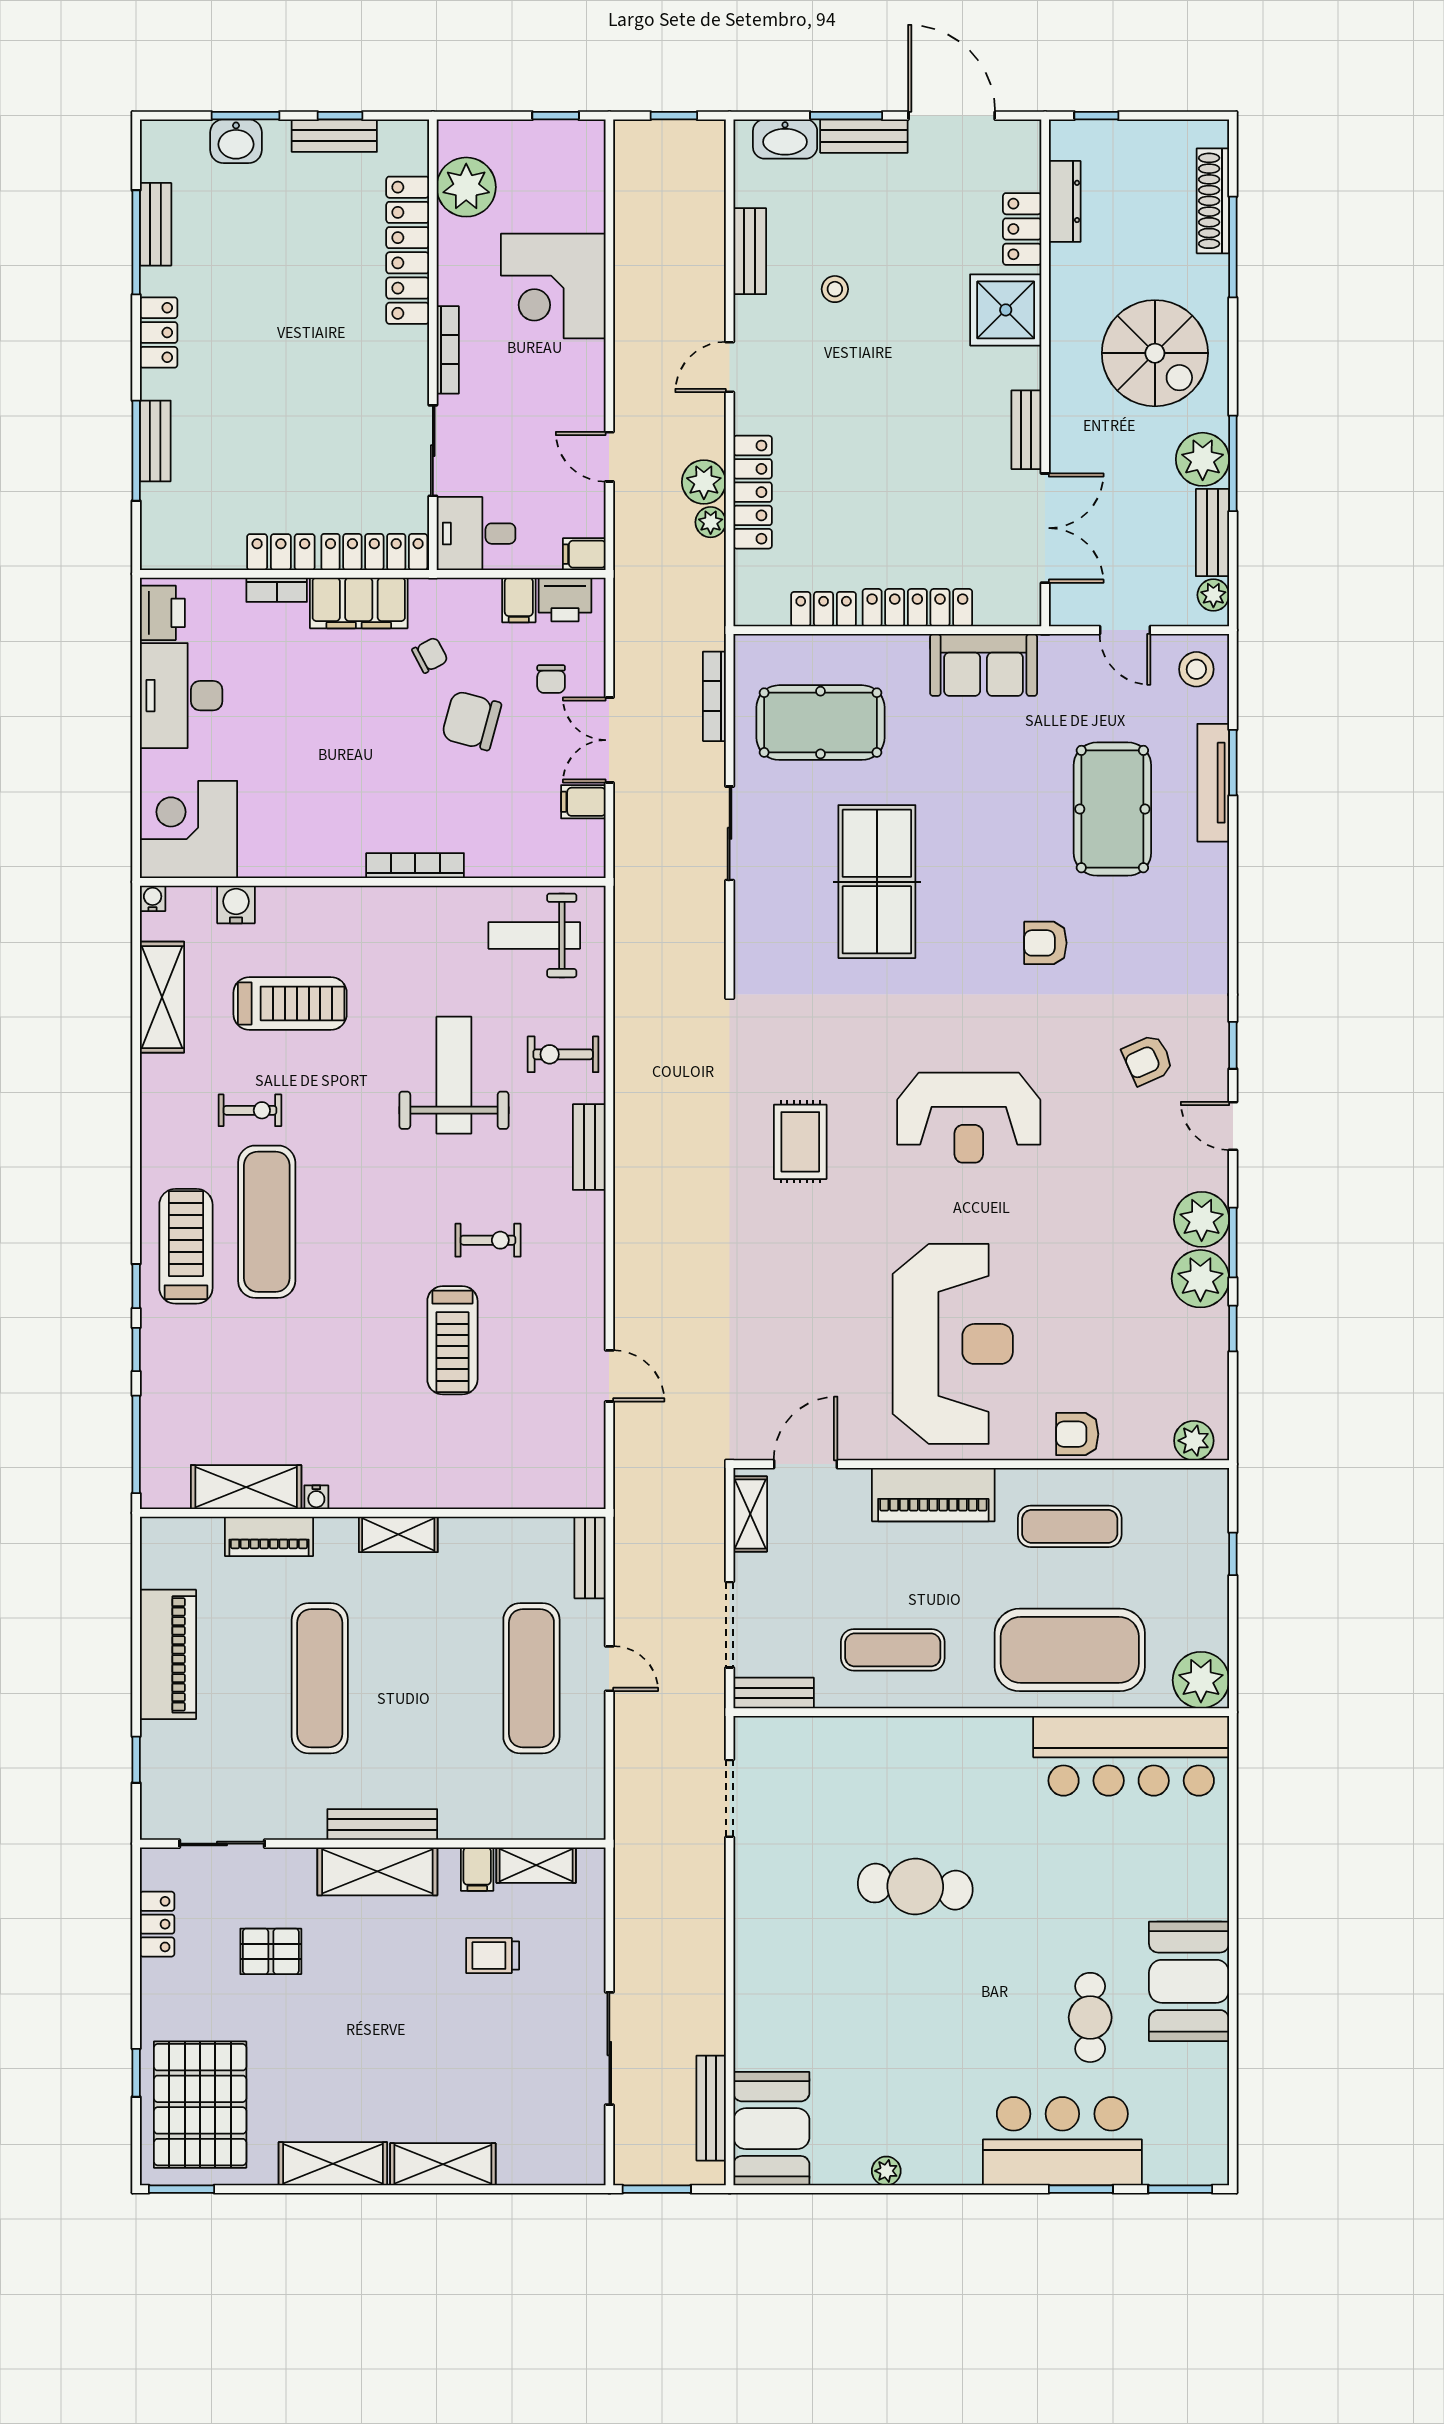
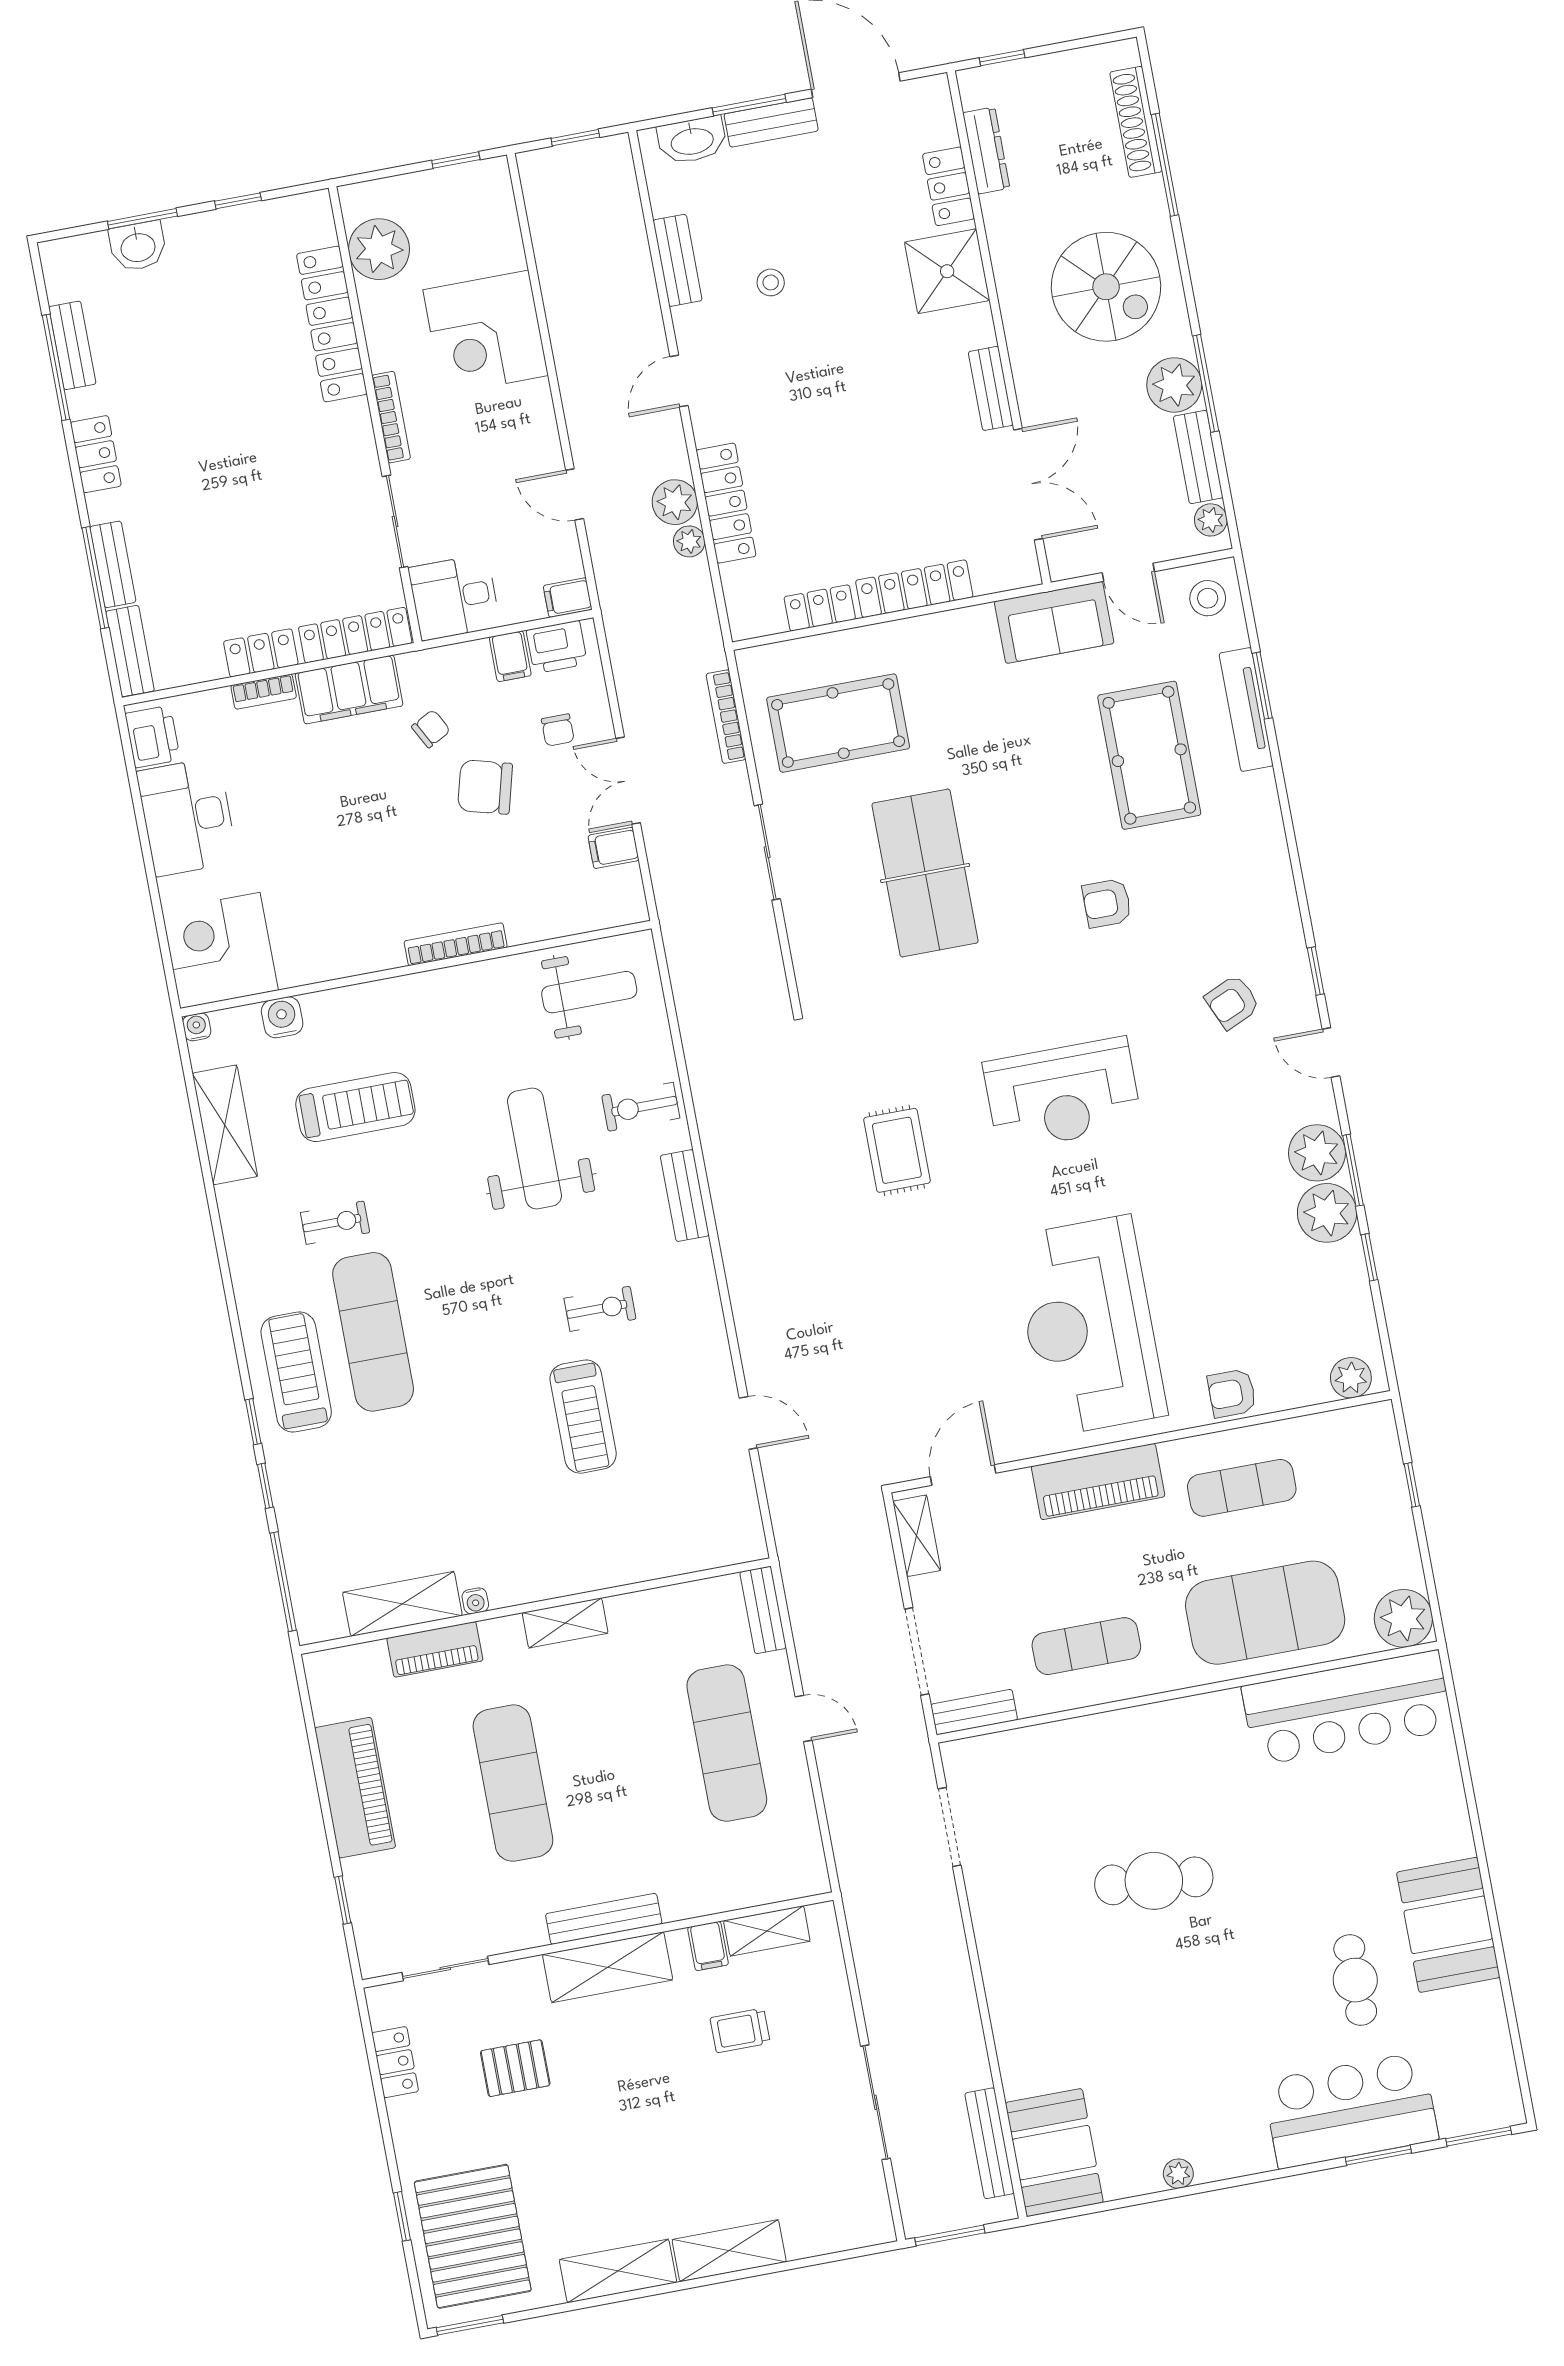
bench: (334, 136) -> (130, 651), moved, turned 90
sofa: (984, 665) -> (1054, 622), moved
weight bench: (534, 935) -> (589, 992), turned 180
reception desk: (953, 1344) -> (1089, 1326), turned 180

